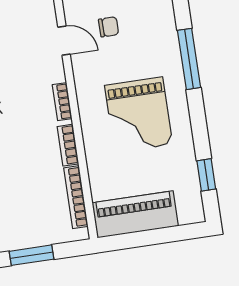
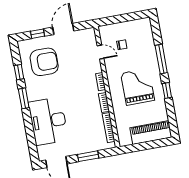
grand piano: (139, 115) -> (138, 87), turned 180
window: (206, 175) -> (167, 91), moved
piano: (135, 214) -> (151, 133), moved

